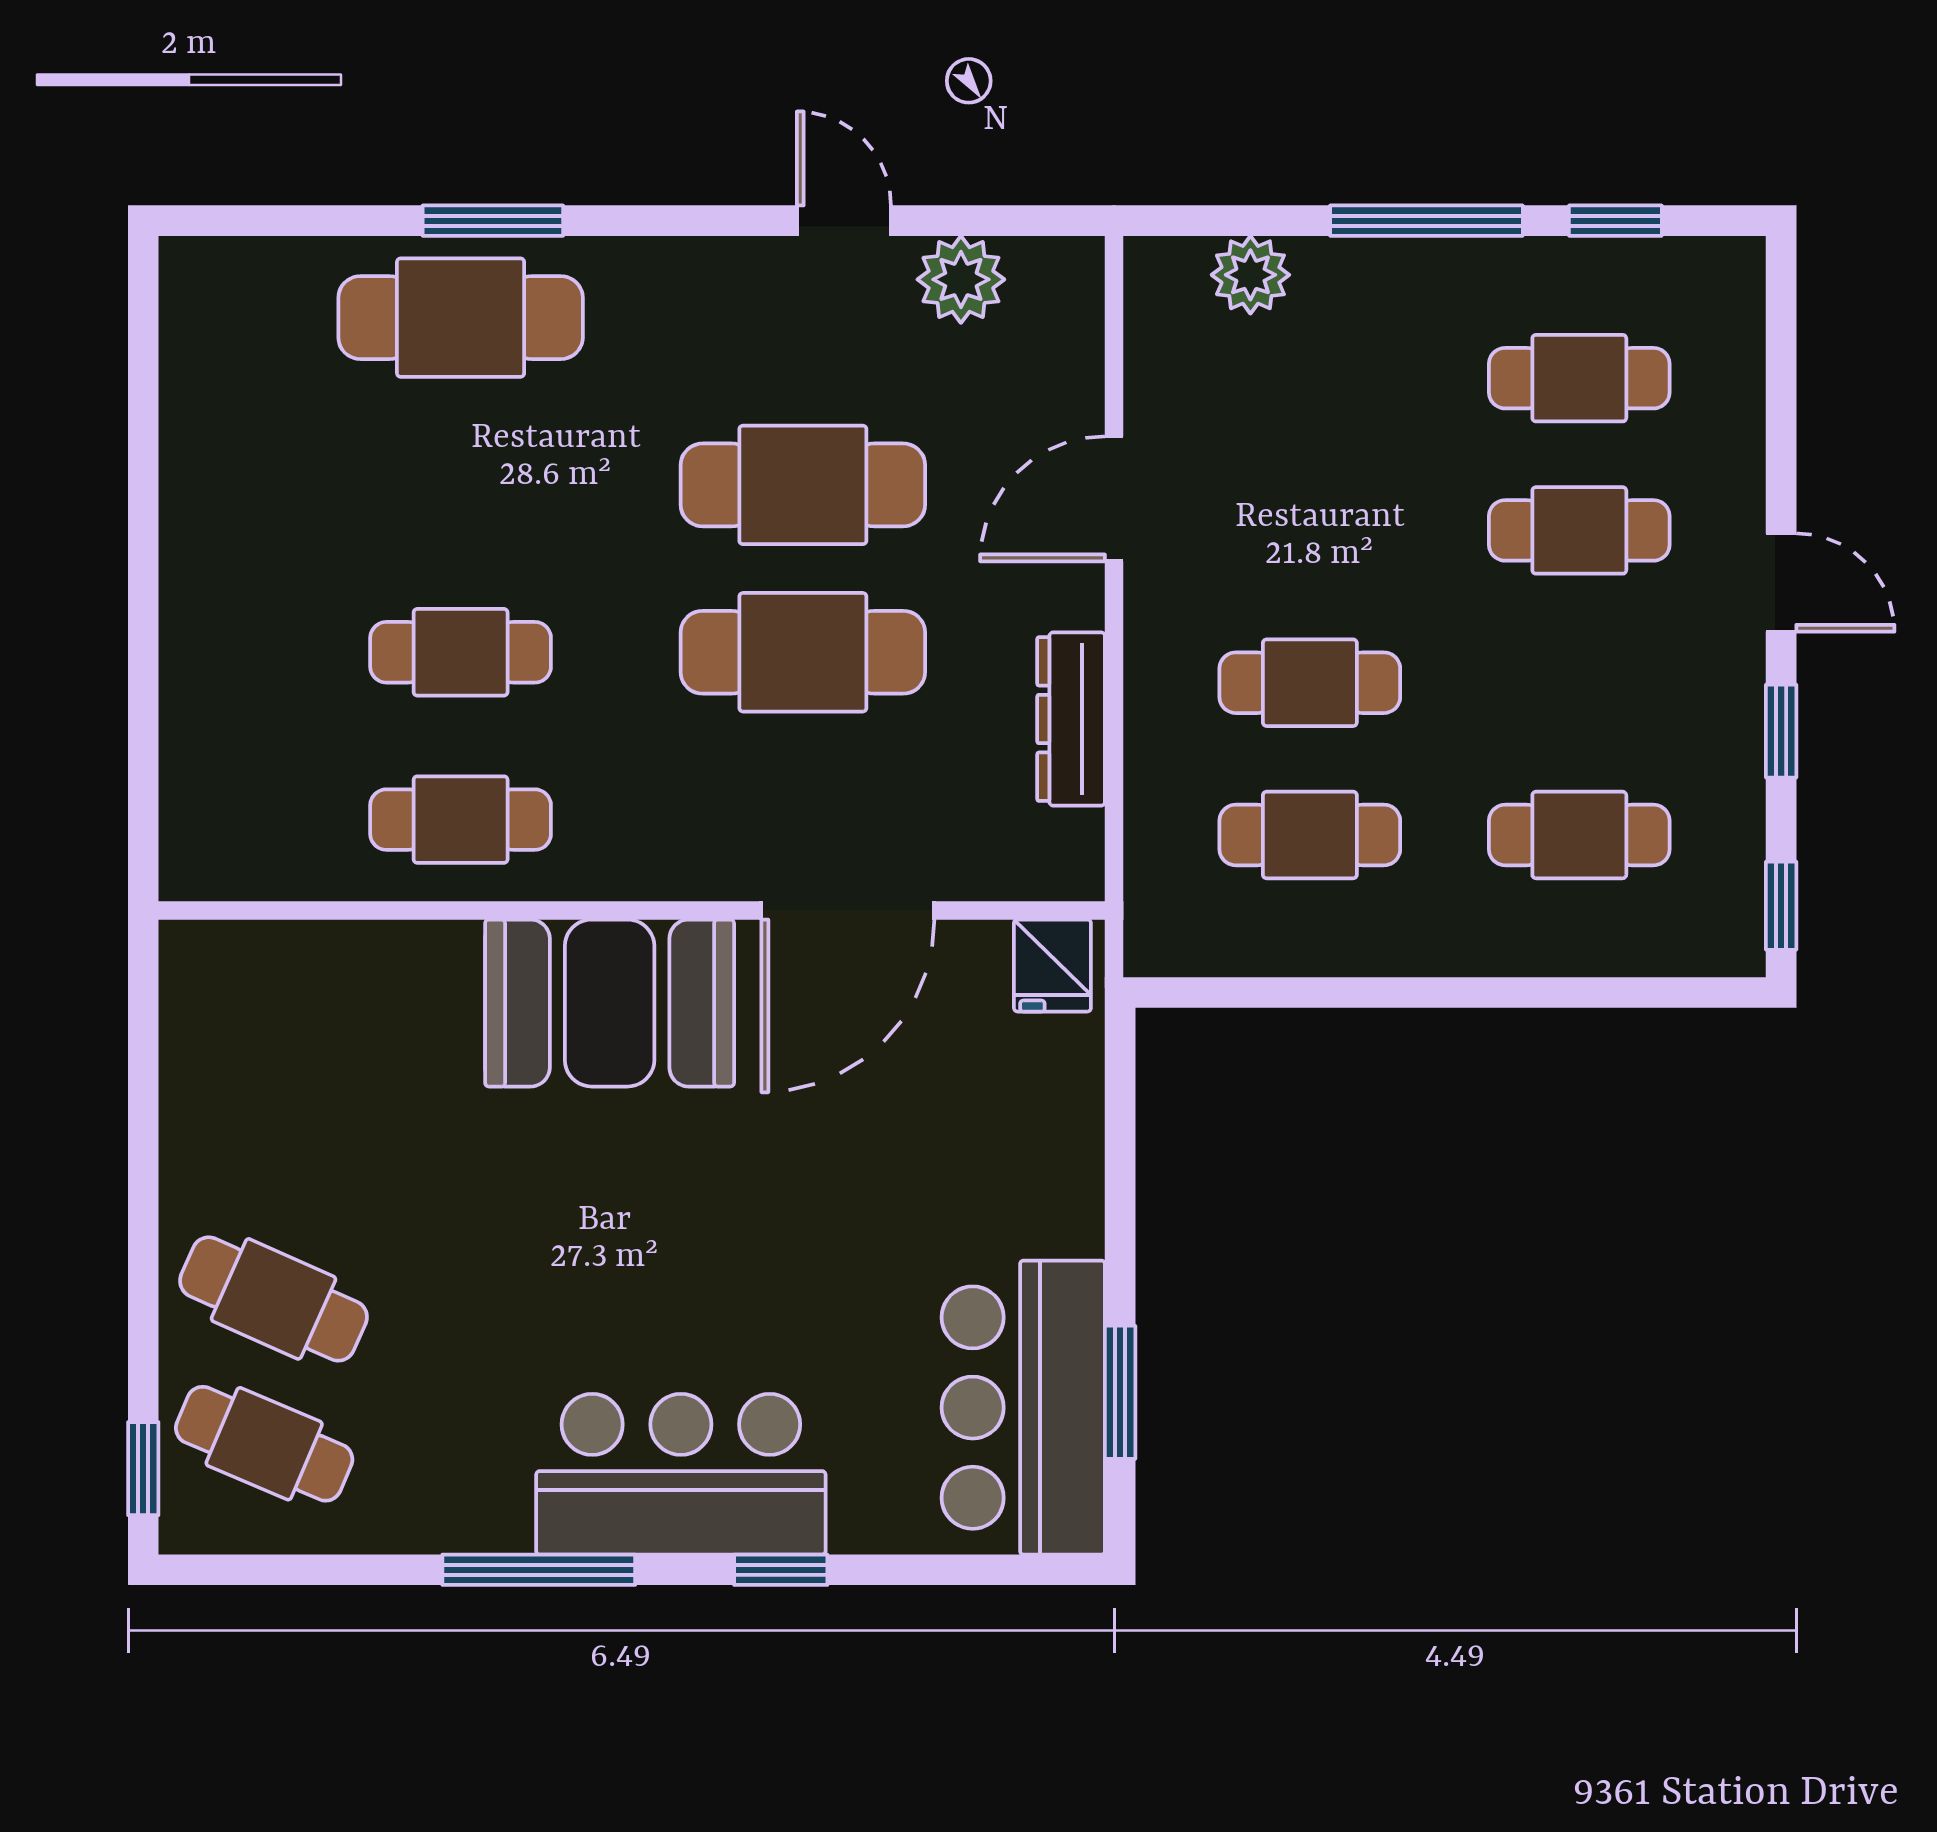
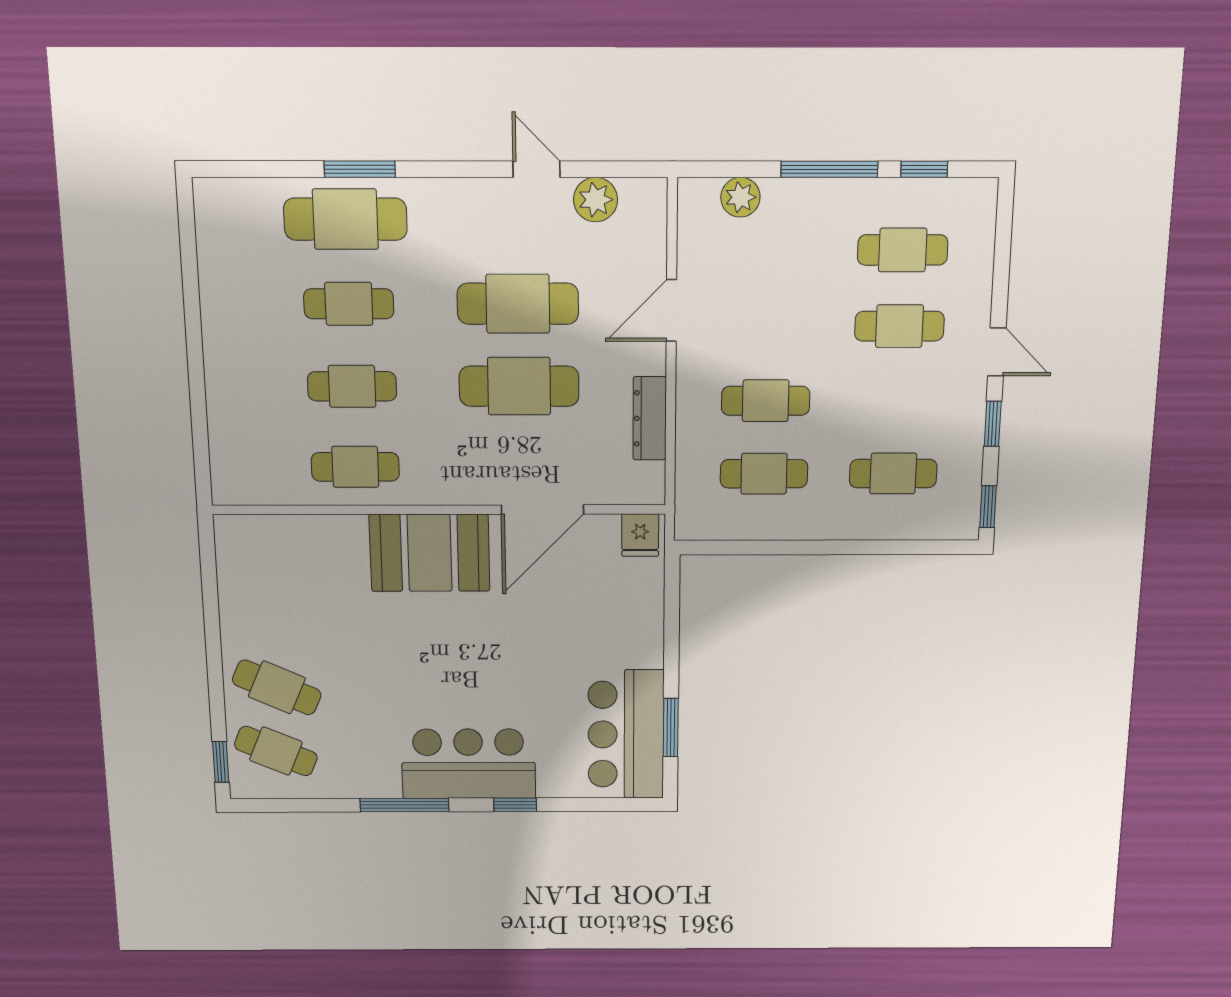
cafe table: (461, 485) -> (349, 304), added

